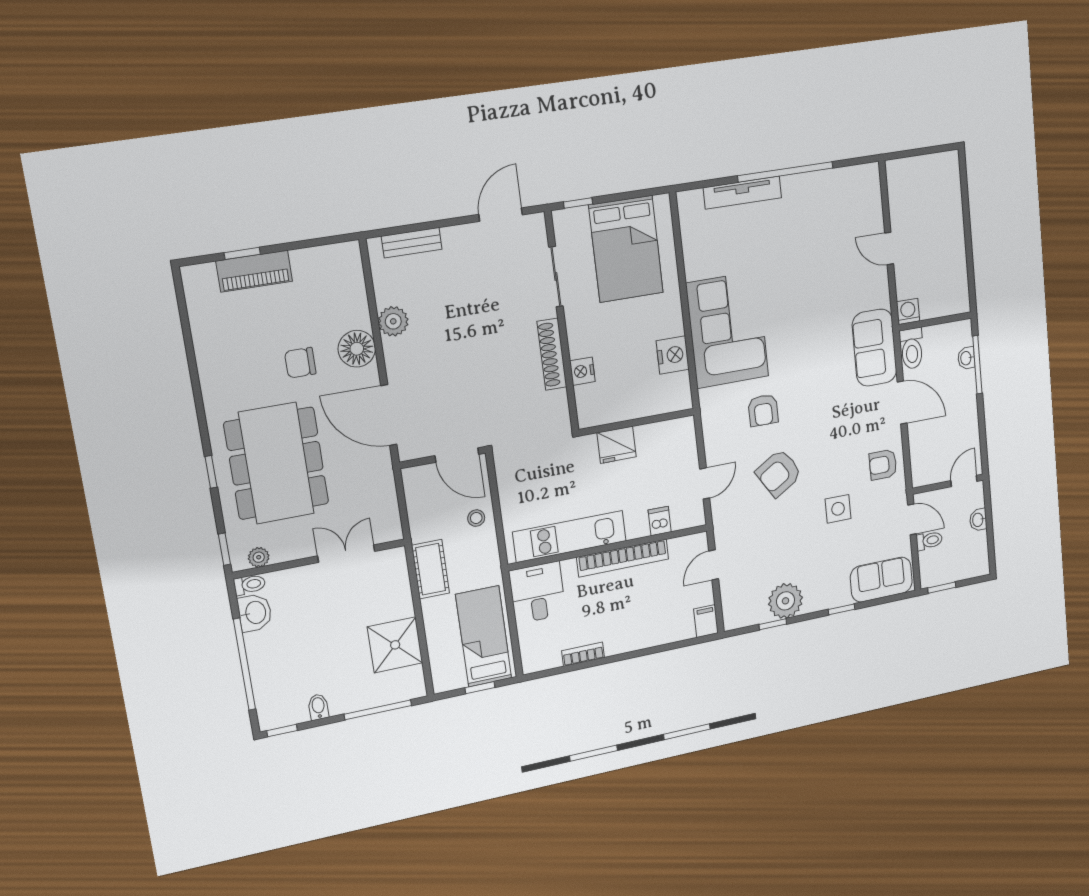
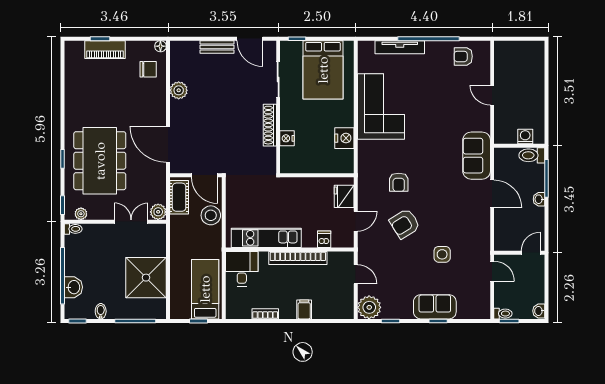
door: (501, 215) -> (250, 39), swing flipped
bench: (412, 243) -> (217, 47), moved
washing machine: (908, 311) -> (525, 136), moved
corner sofa: (727, 330) -> (381, 106), moved
toilet: (912, 348) -> (532, 155), moved, turned 90
floor lamp: (357, 349) -> (160, 46), moved, width x0.53, depth x0.53
washbasin: (966, 358) -> (539, 199), moved
chair: (300, 363) -> (148, 69), moved, turned 180
fridge: (617, 445) -> (344, 196), moved, turned 90
armchair: (883, 465) -> (463, 56), moved
stool: (476, 518) -> (211, 215), width x1.89, depth x1.89
washbasin: (978, 520) -> (539, 311), moved
plant: (389, 529) -> (158, 212), added
toilet: (929, 541) -> (503, 314), moved
door: (714, 565) -> (356, 274), swing flipped
cot: (431, 569) -> (179, 197), moved
sofa: (881, 580) -> (435, 307), moved
plant: (785, 601) -> (369, 307), moved
washbasin: (255, 613) -> (73, 287), moved
filing cabinet: (706, 621) -> (304, 309), moved
shower: (395, 645) -> (146, 278), width x1.37, depth x1.37

